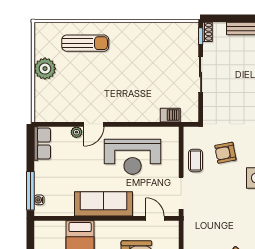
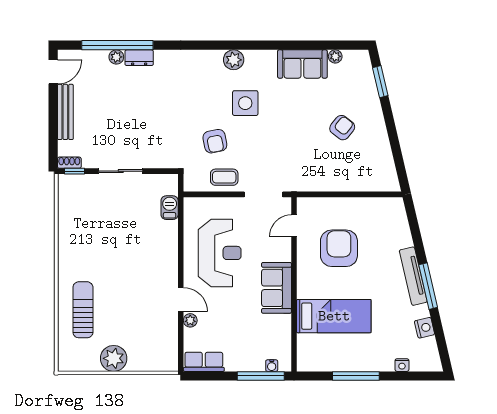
sofa: (104, 204) -> (277, 288), width x0.73

